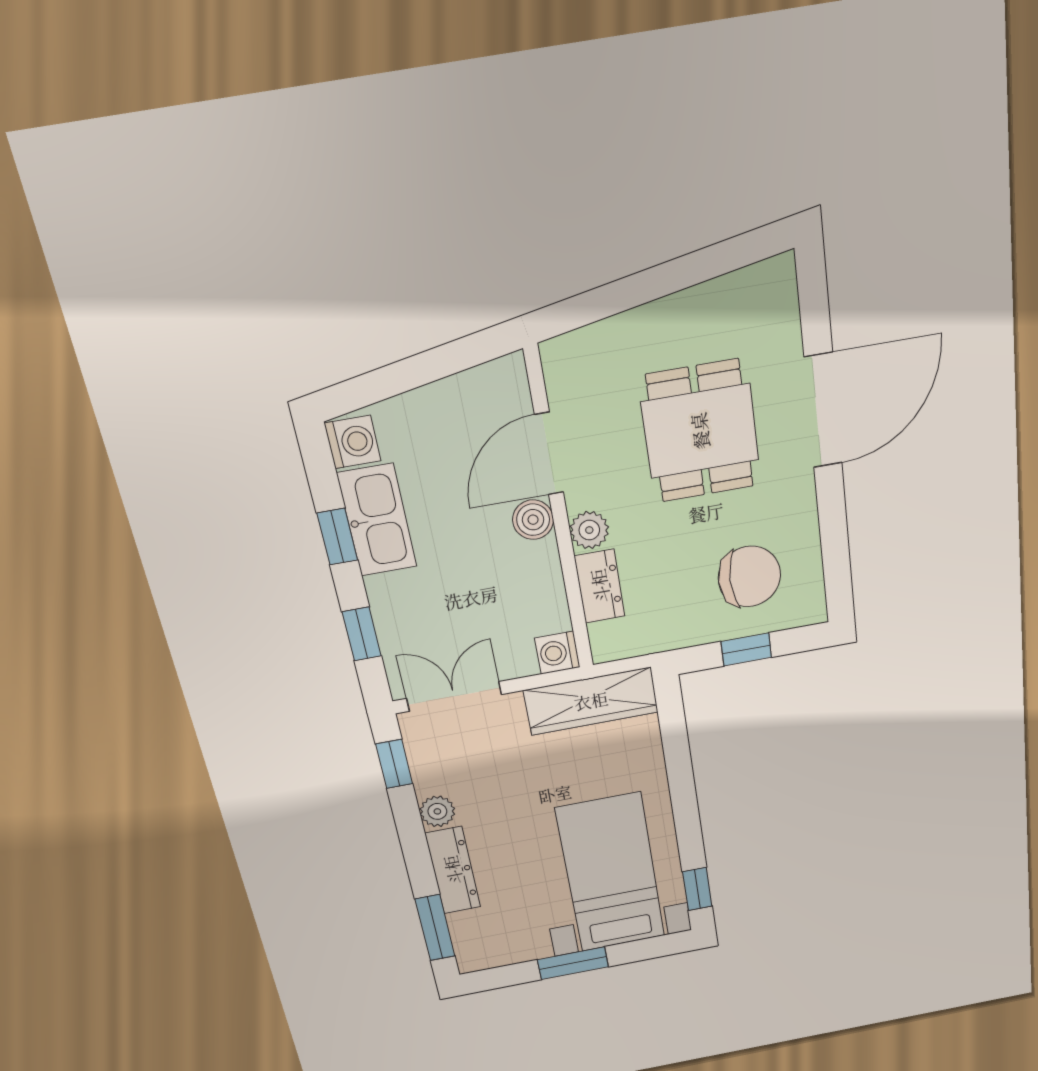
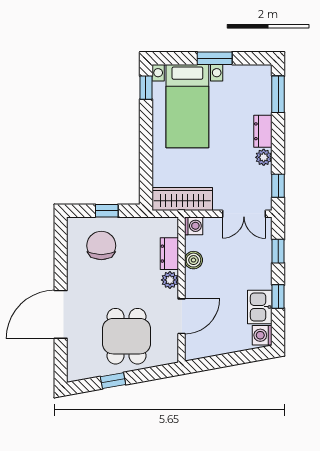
window: (686, 272) -> (113, 381), added
dining table: (700, 431) -> (127, 336), moved
kitchen sink: (377, 520) -> (260, 307), width x0.73
boiler: (533, 520) -> (193, 260), moved
chair: (749, 577) -> (101, 246), turned 90
dresser: (453, 870) -> (263, 131), width x0.70

